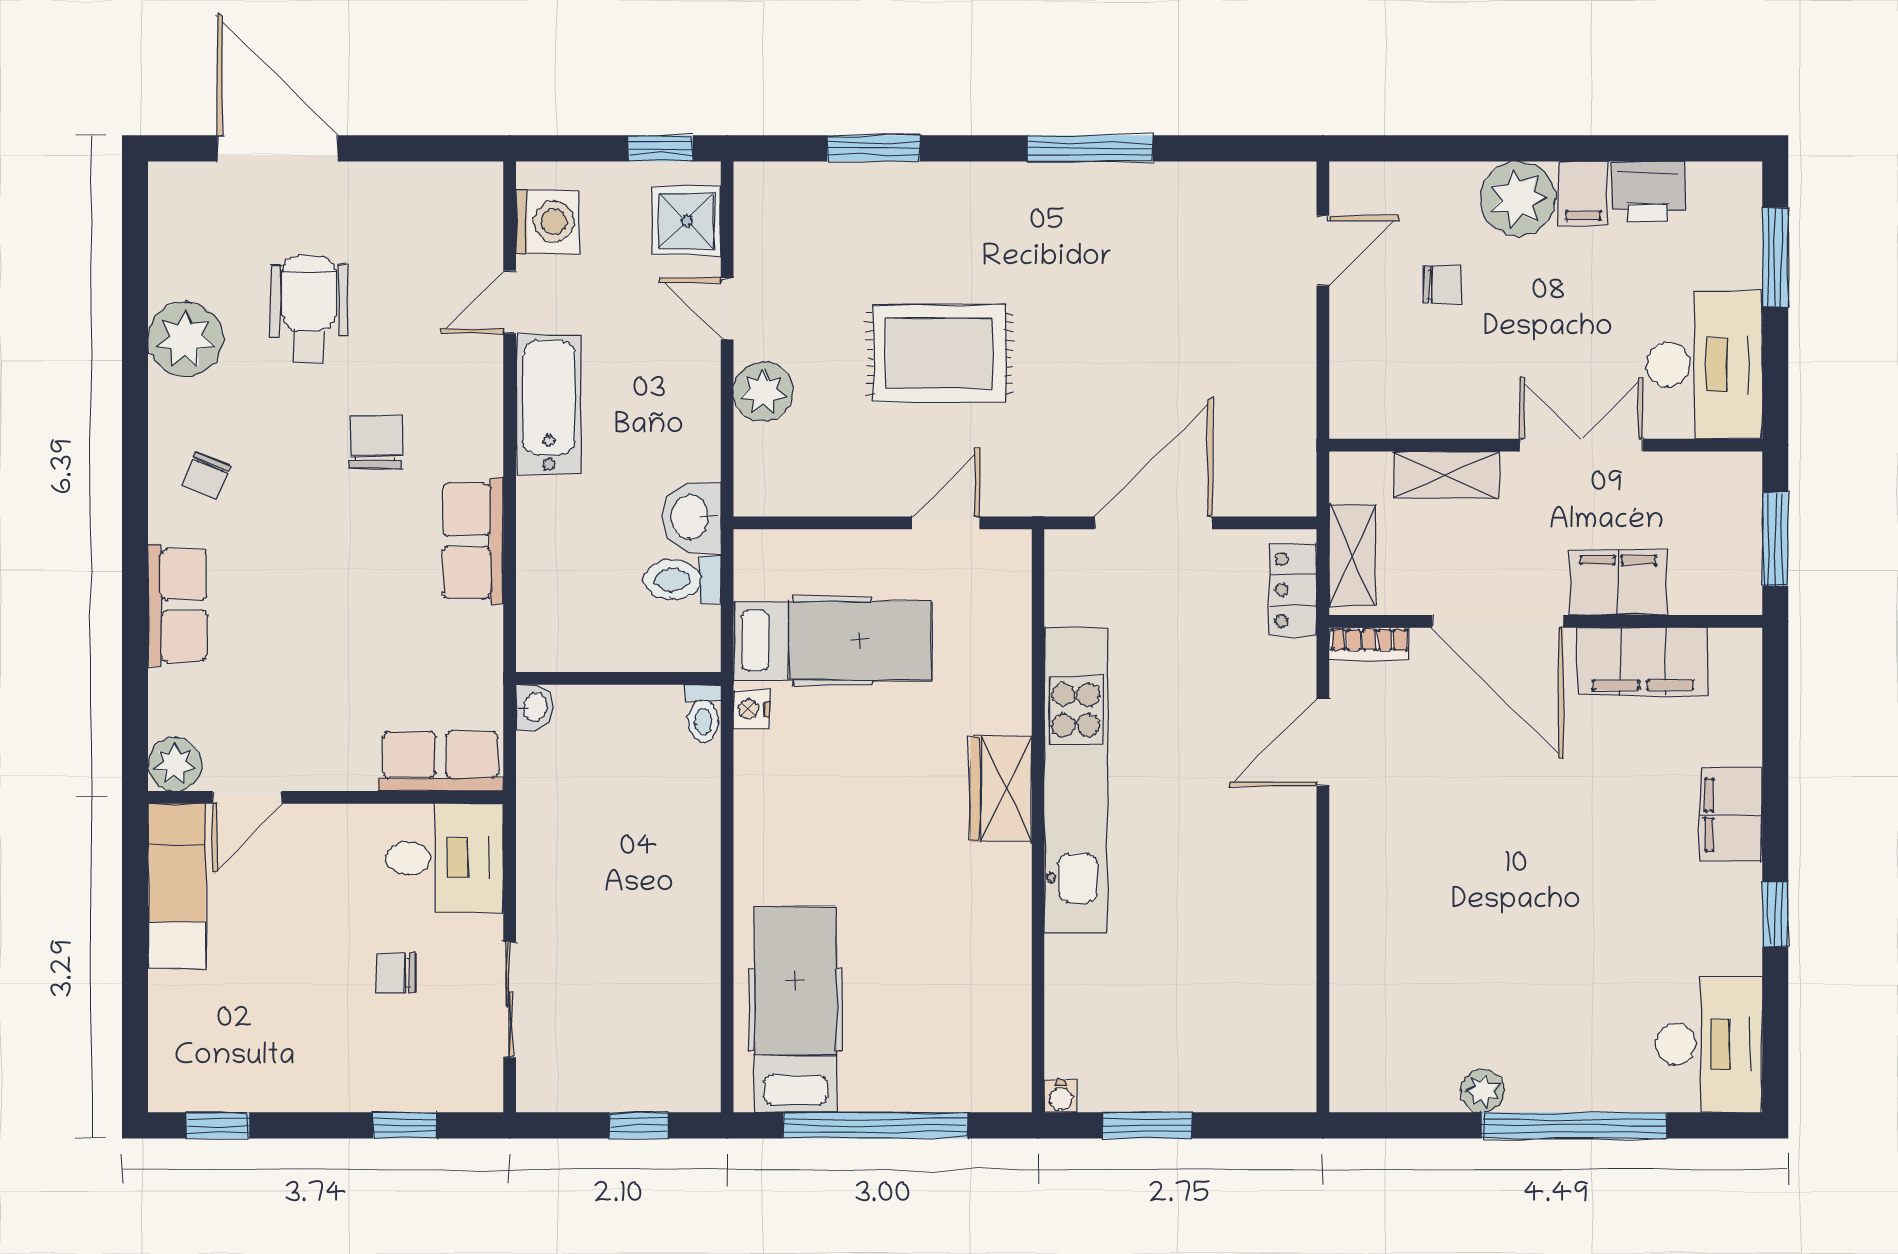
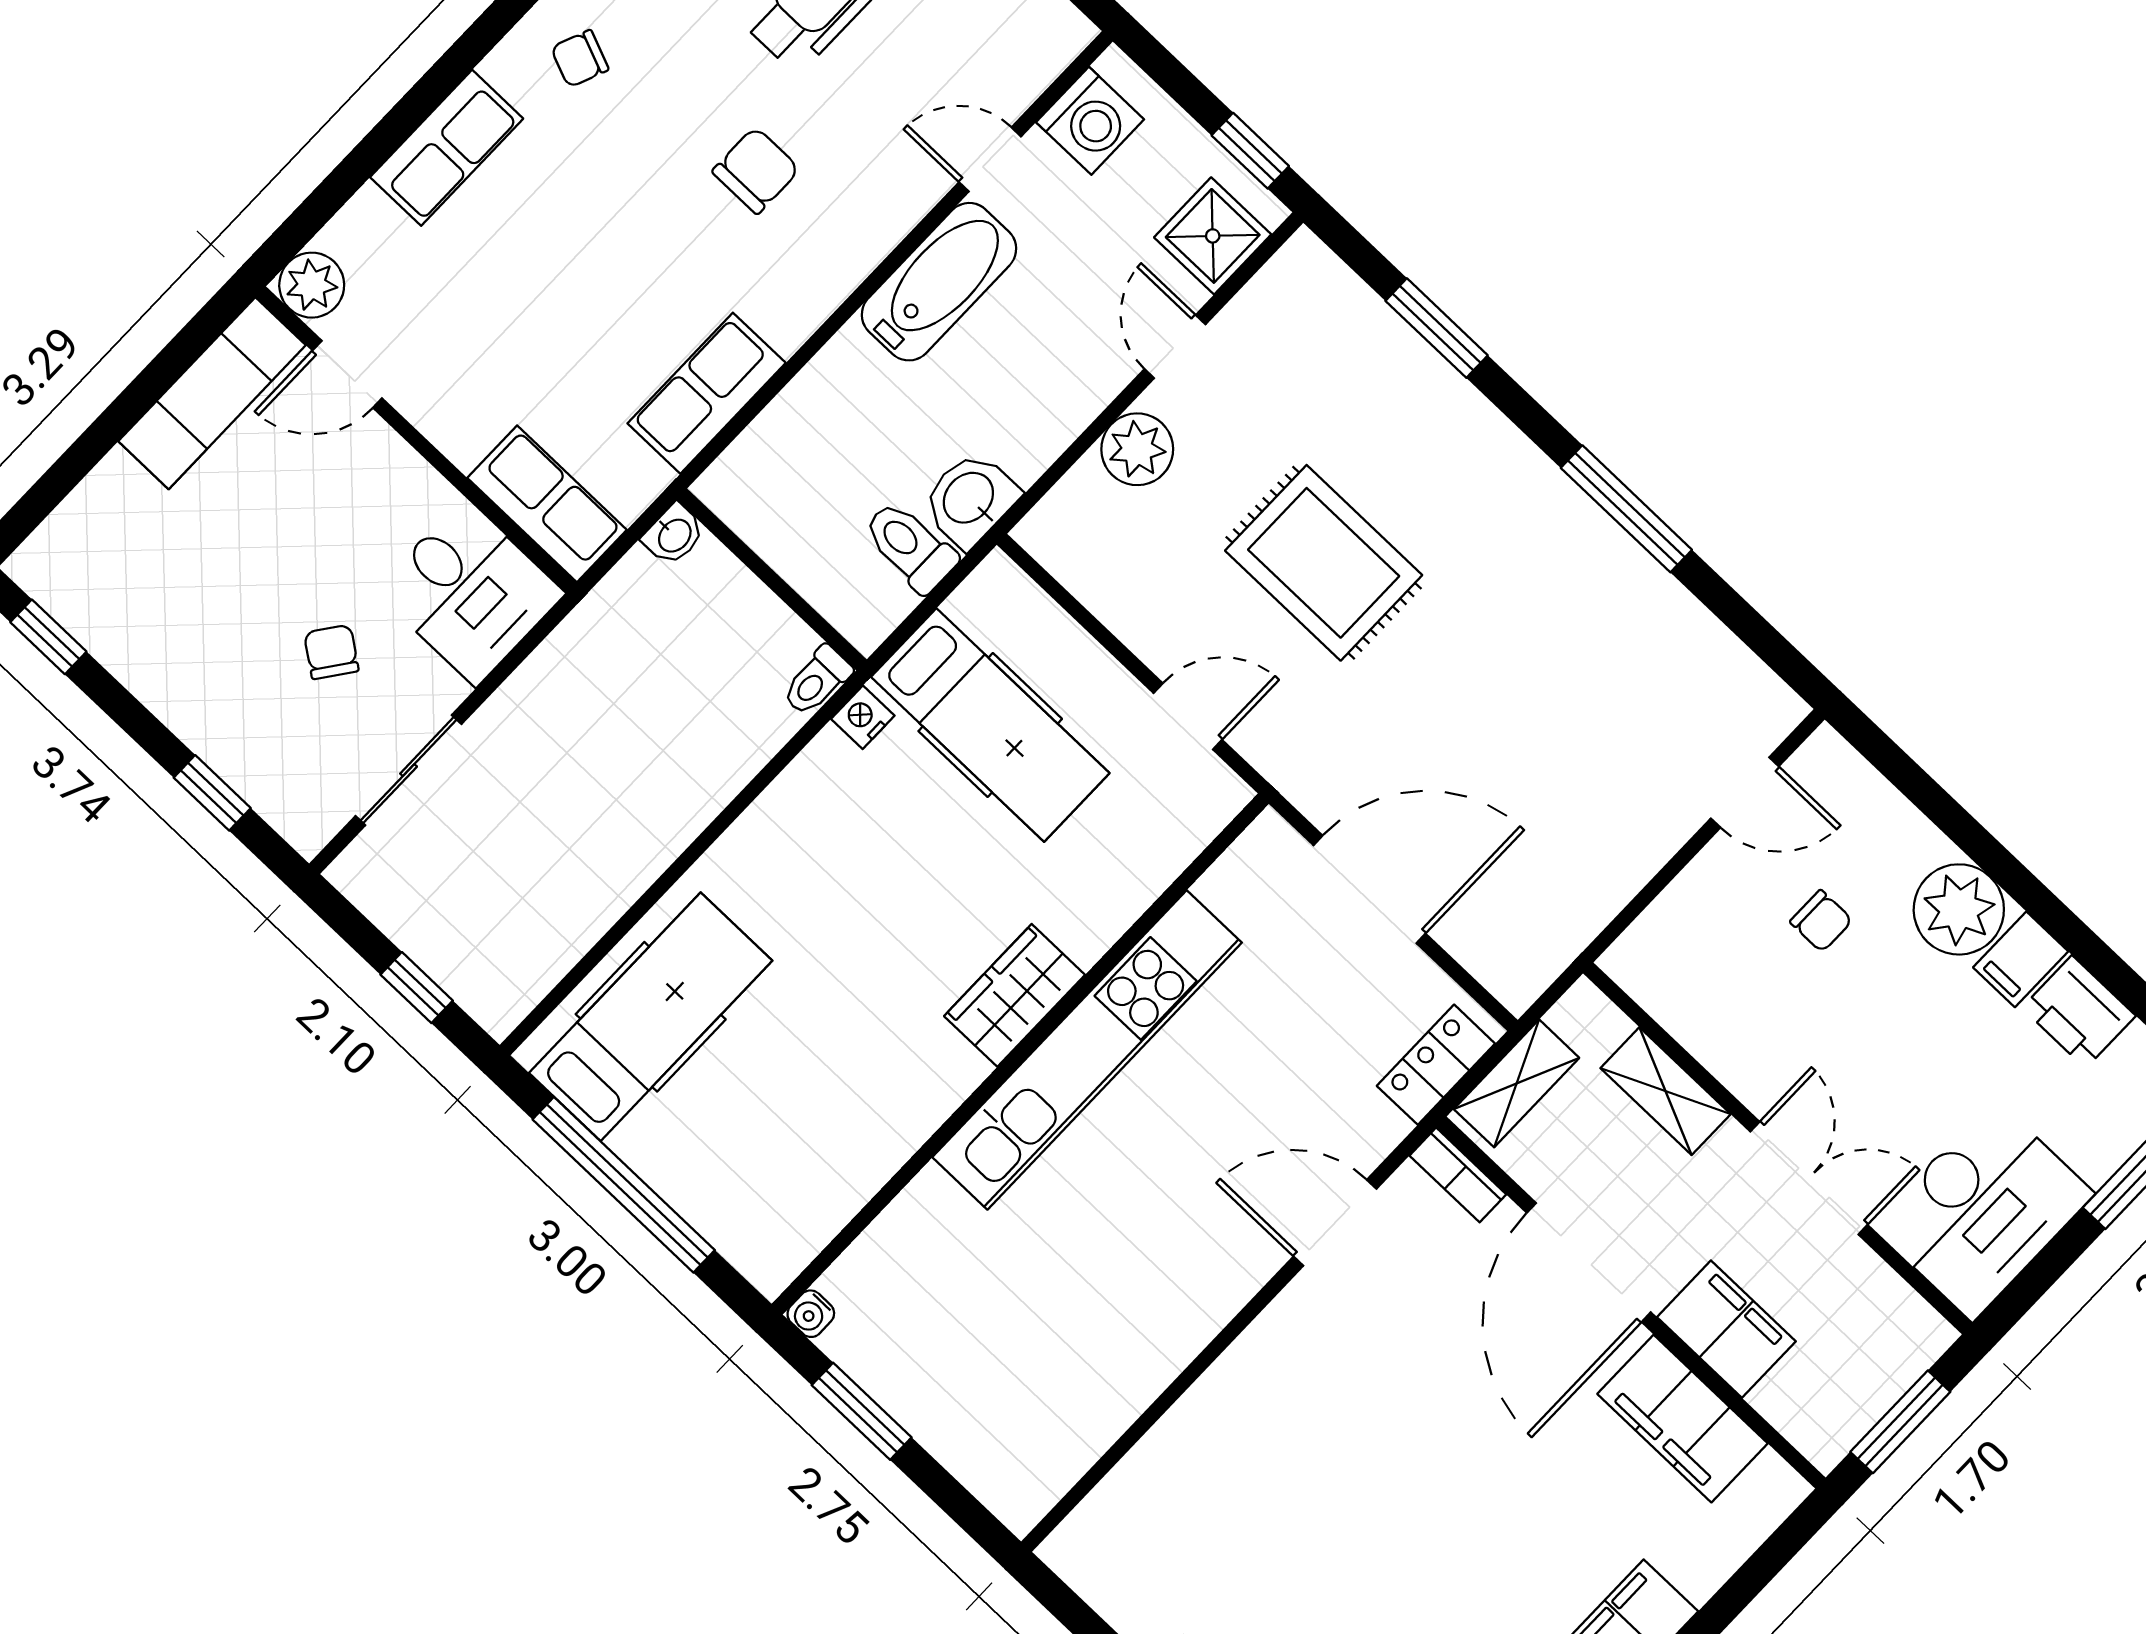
row of seats: (473, 541) -> (707, 393), moved
chair: (396, 973) -> (331, 652), turned 36

